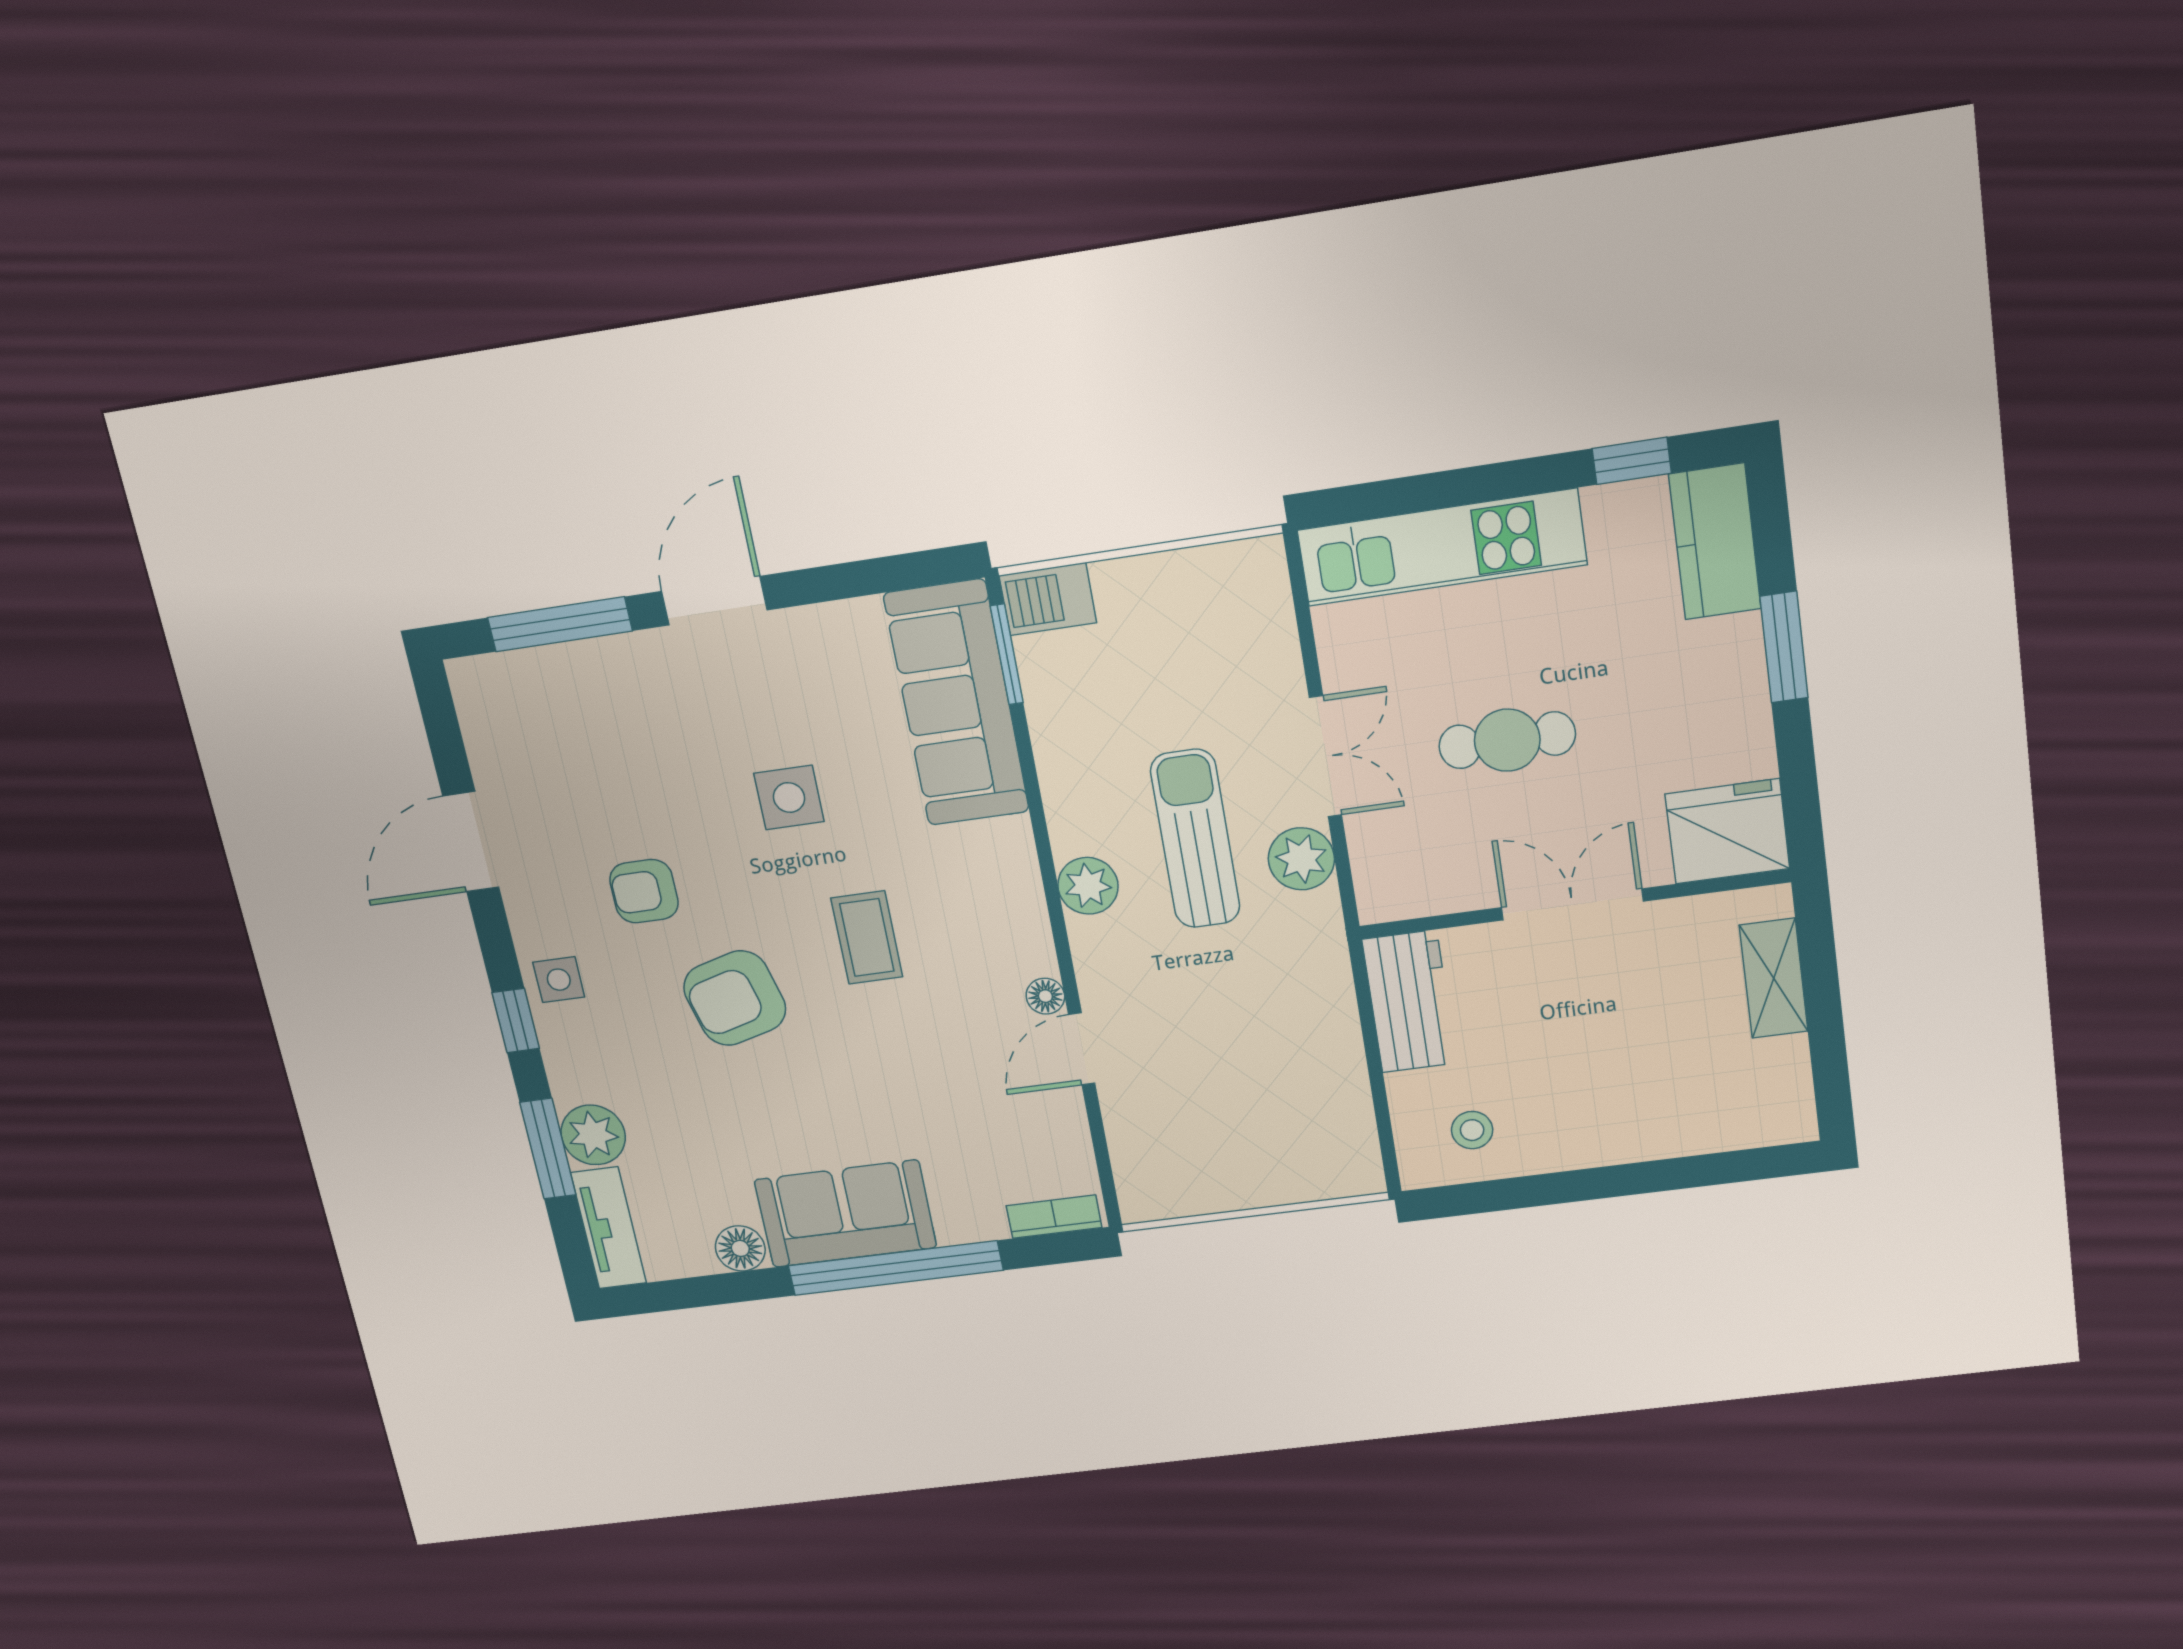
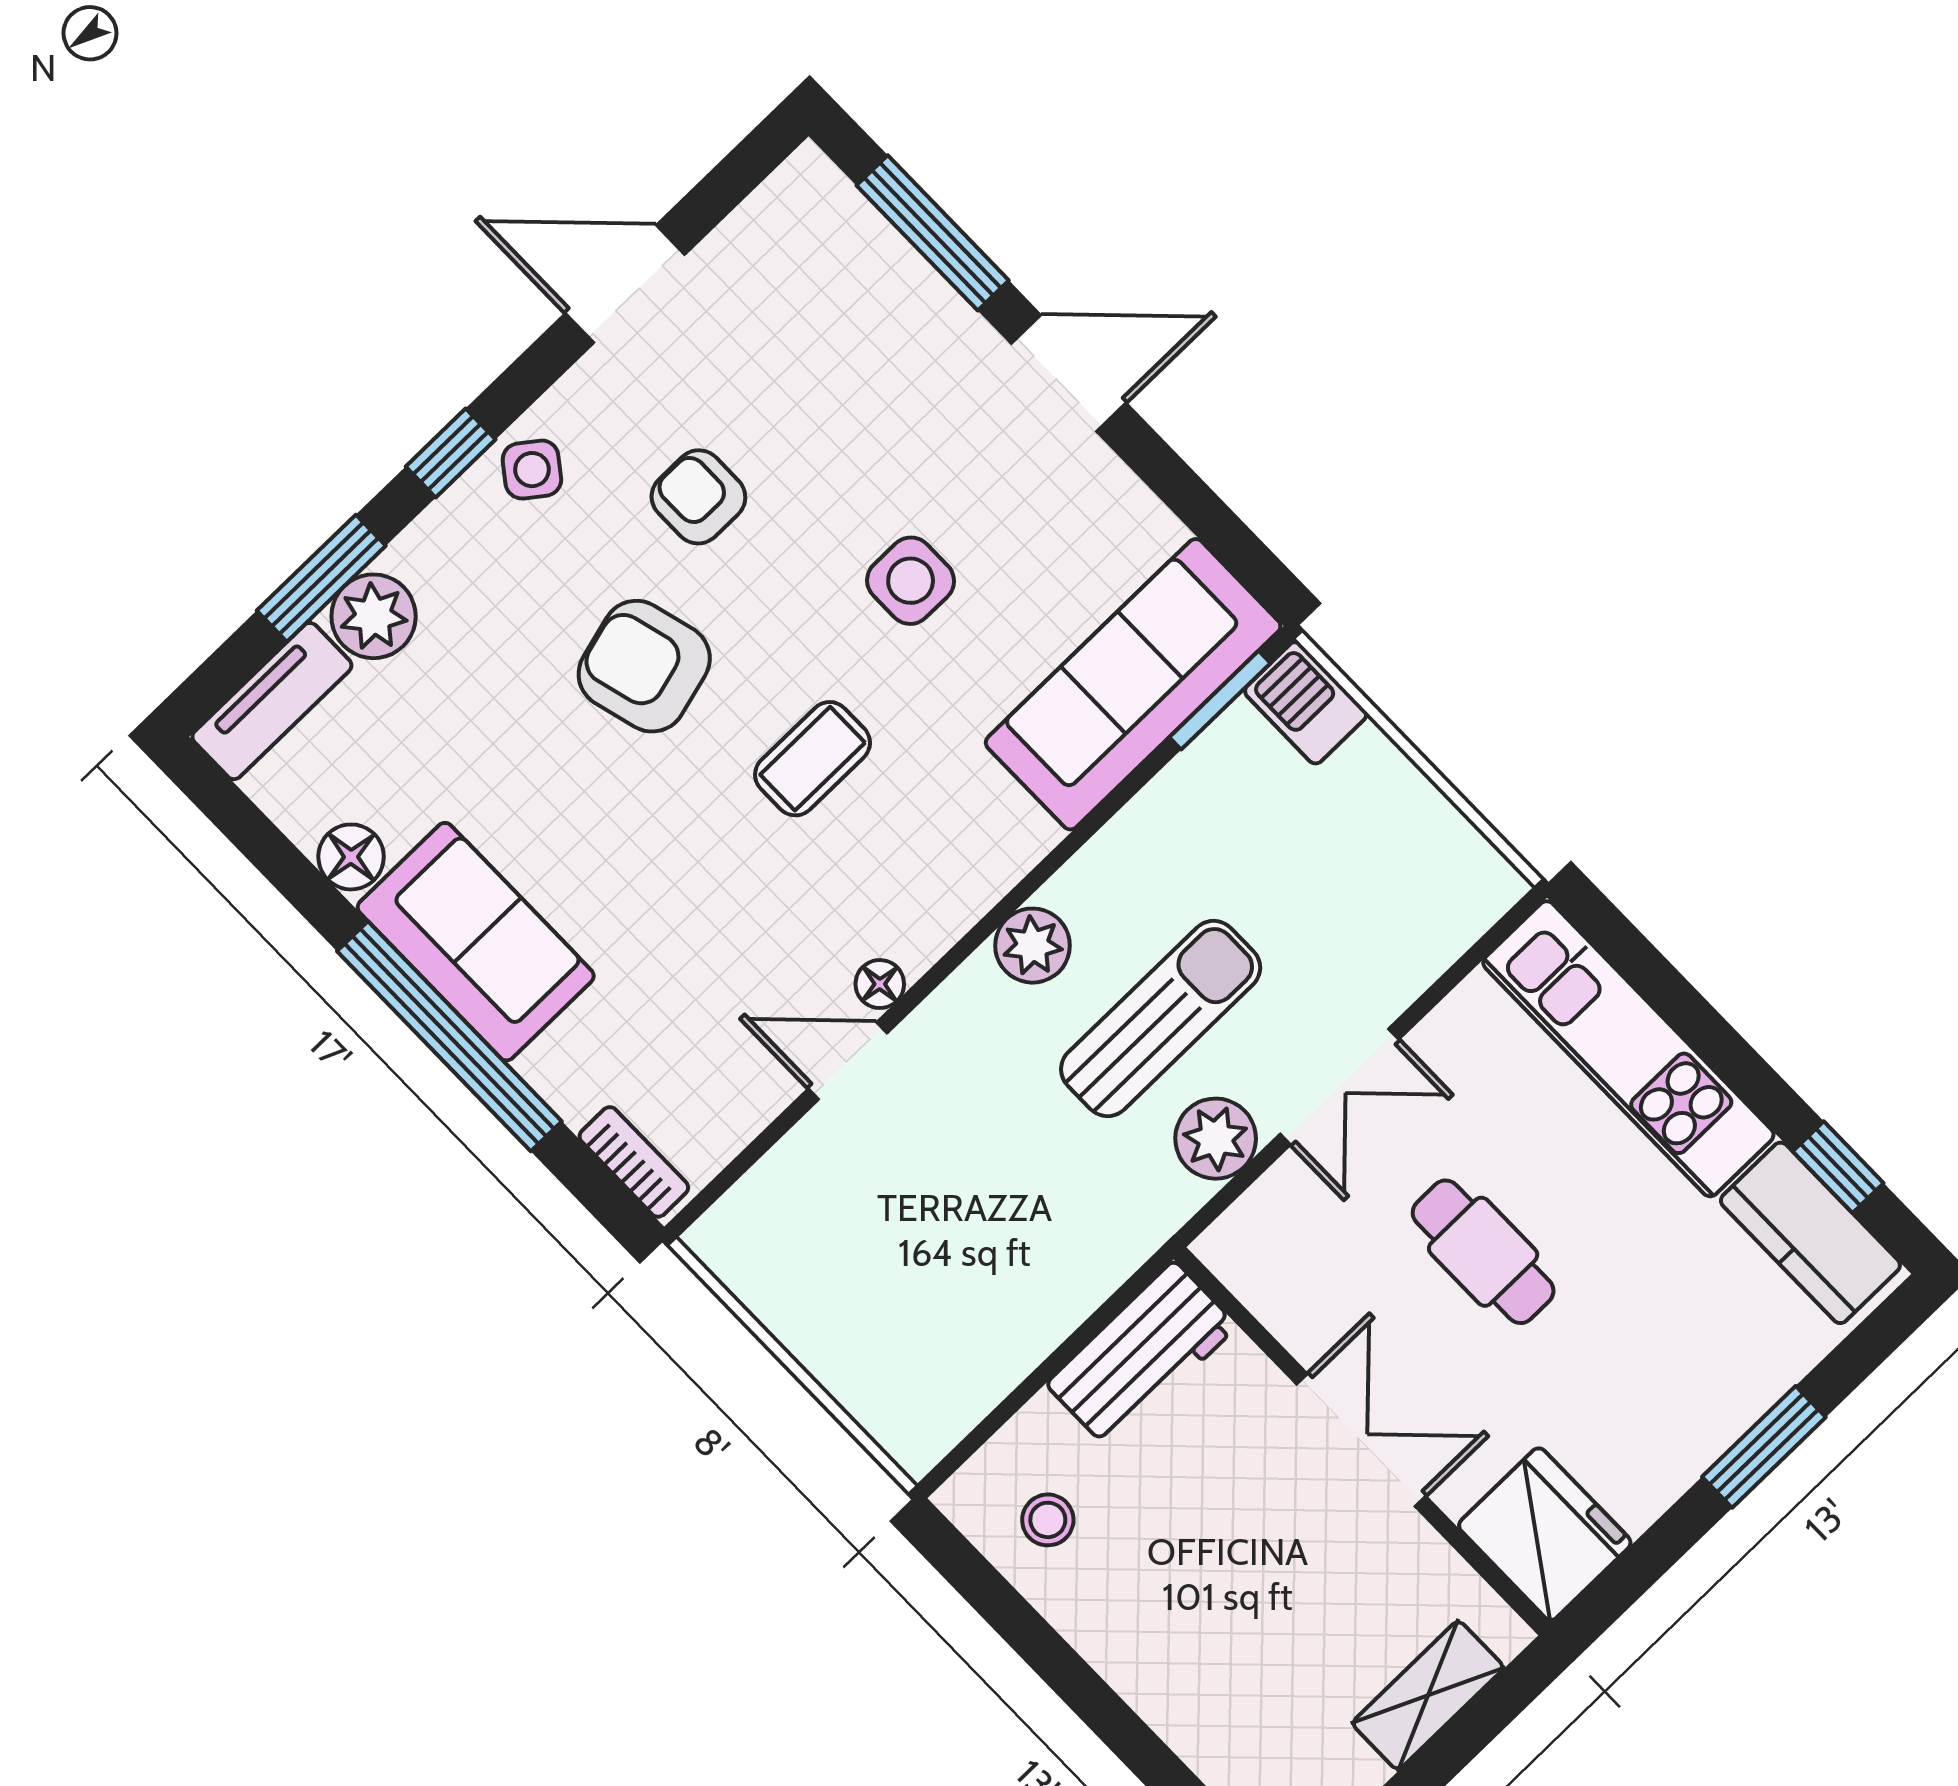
kitchen counter: (1715, 542) -> (1810, 1233), moved, turned -90
side table: (559, 980) -> (532, 470), turned 37

